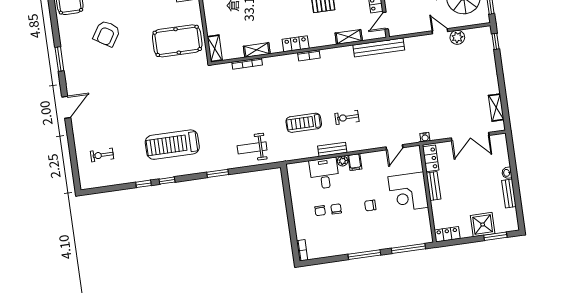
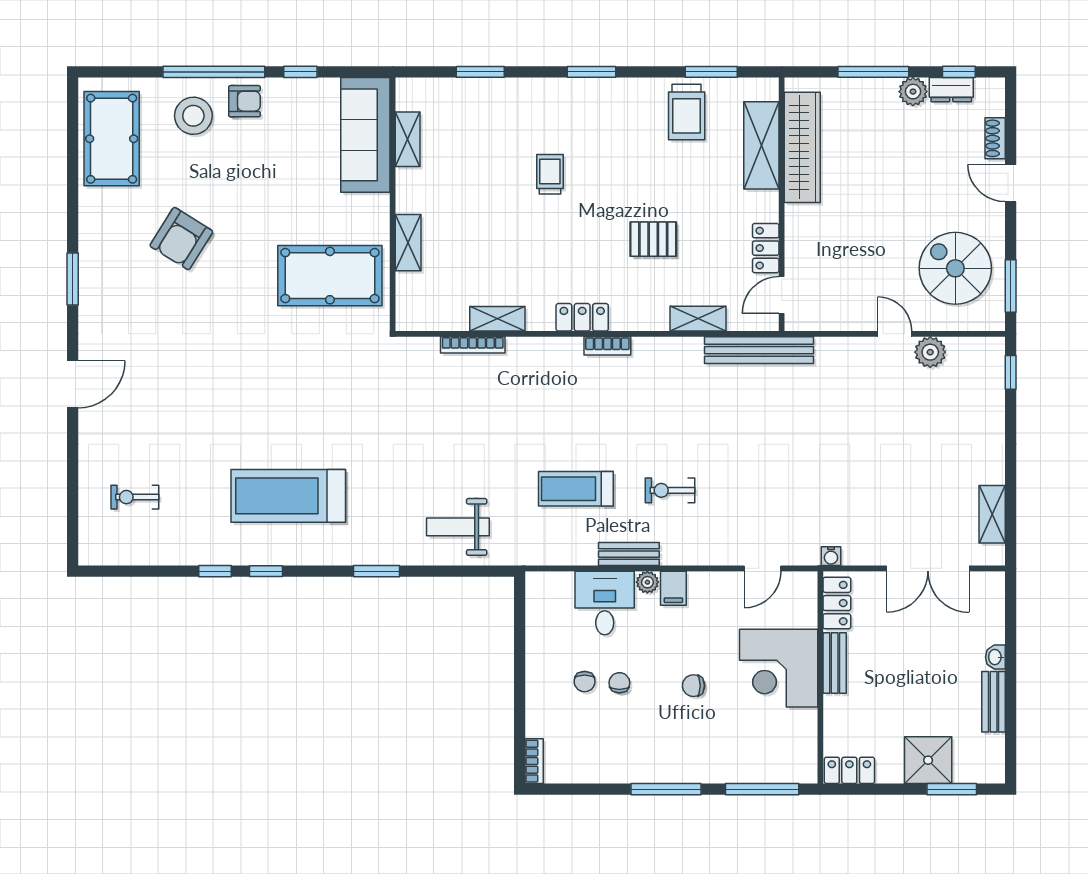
shelving: (215, 48) -> (408, 243), moved

